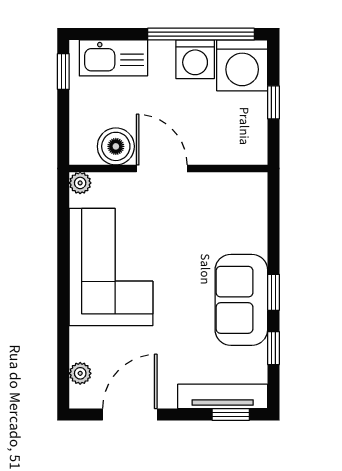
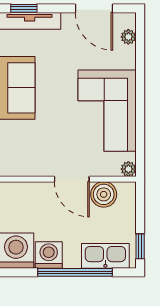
window: (201, 34) -> (75, 272), moved
door: (130, 414) -> (94, 8), hinge flipped

